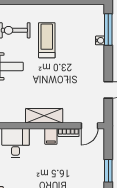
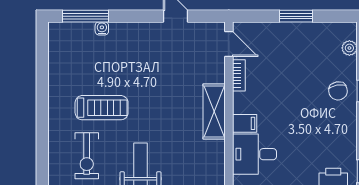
treadmill: (47, 40) -> (102, 108), turned 180
filing cabinet: (51, 136) -> (245, 123), moved

